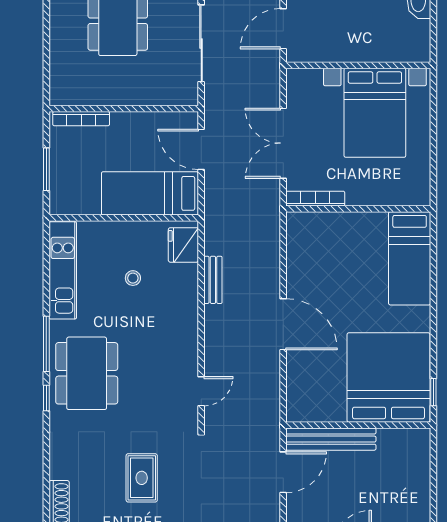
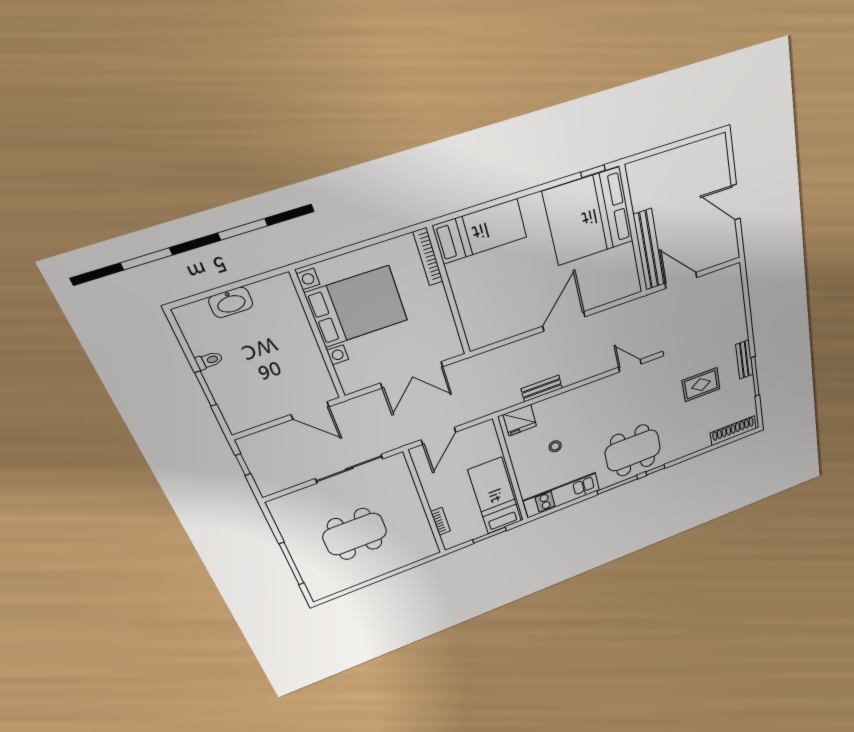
bookcase: (81, 119) -> (441, 521), width x0.64
bed: (150, 193) -> (495, 496), moved, turned 180
bookcase: (315, 199) -> (428, 257), moved

